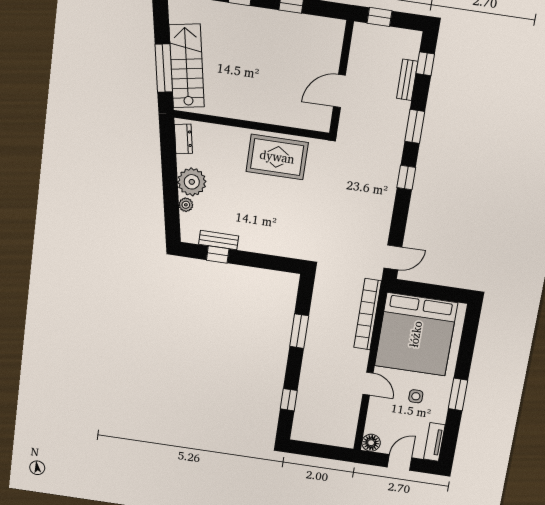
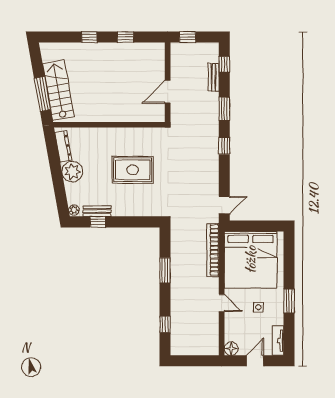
dresser: (183, 139) -> (63, 146), width x1.44
rug: (277, 157) -> (133, 170), moved
plant: (186, 205) -> (74, 210), moved

